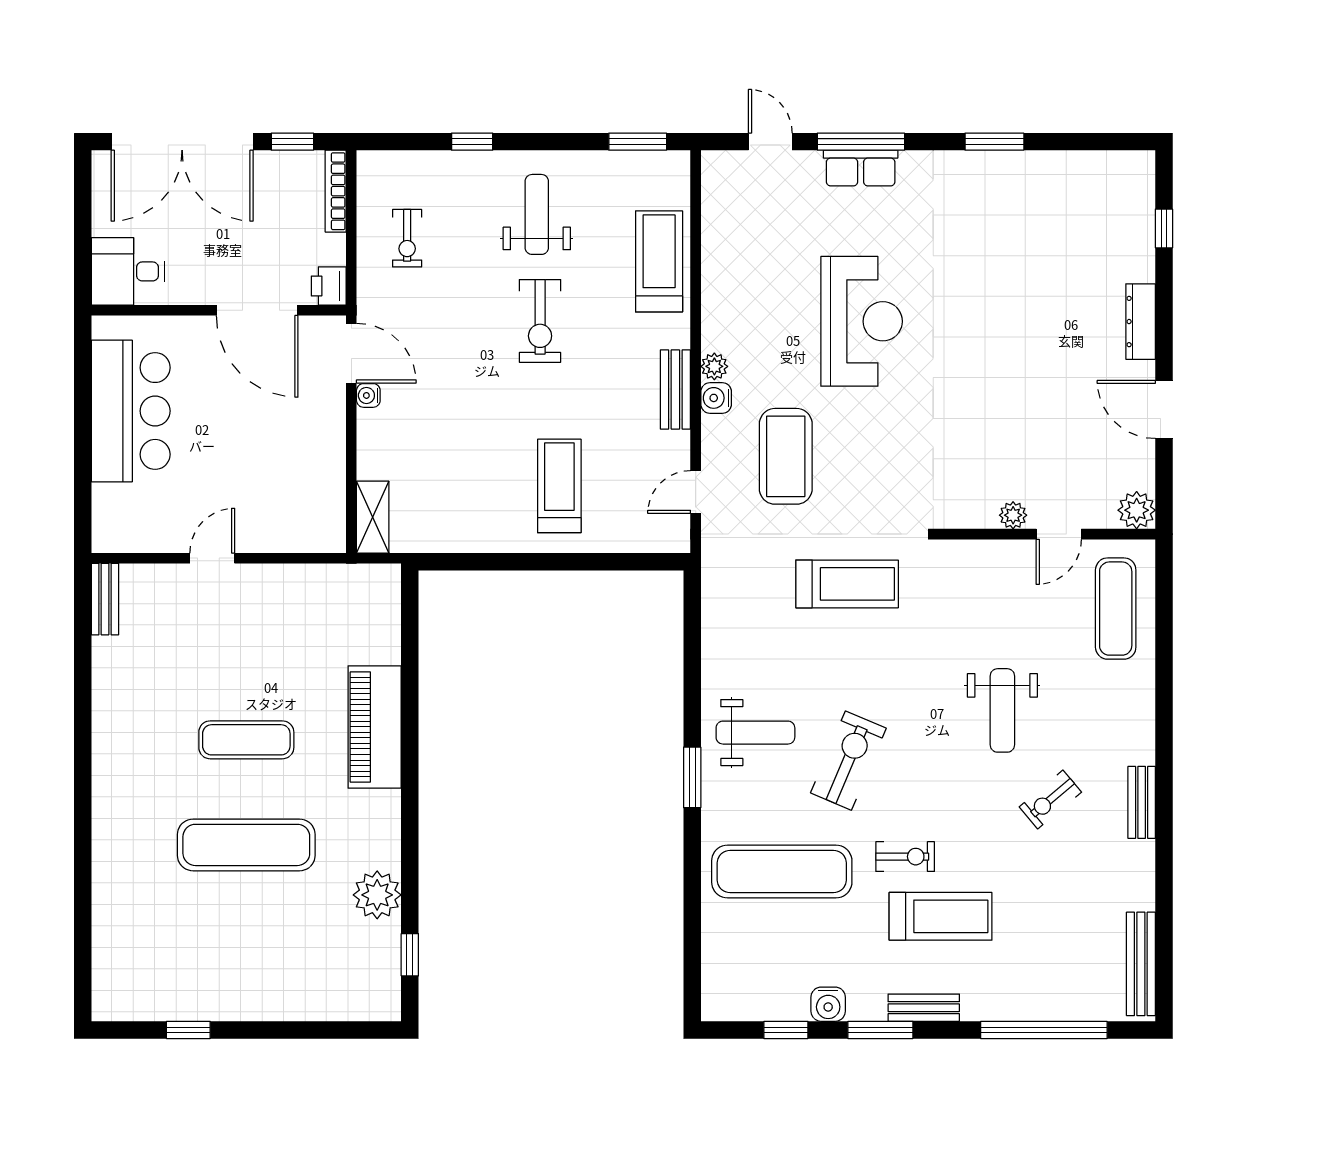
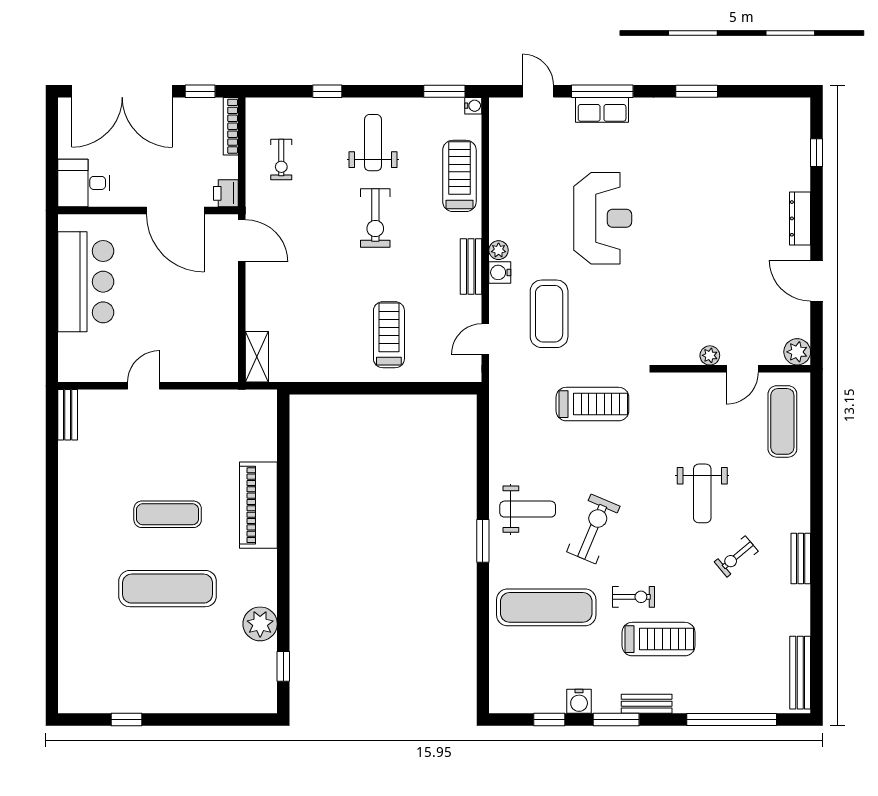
water cooler: (368, 395) -> (473, 106), moved, turned 180

